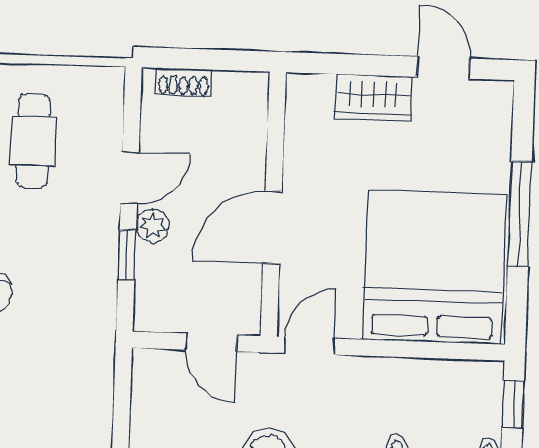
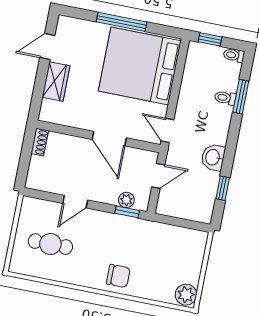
shoe rack: (183, 82) -> (40, 142), moved
door: (130, 178) -> (75, 202), swing flipped
plant: (153, 226) -> (126, 200), moved
window: (127, 255) -> (127, 212), moved

